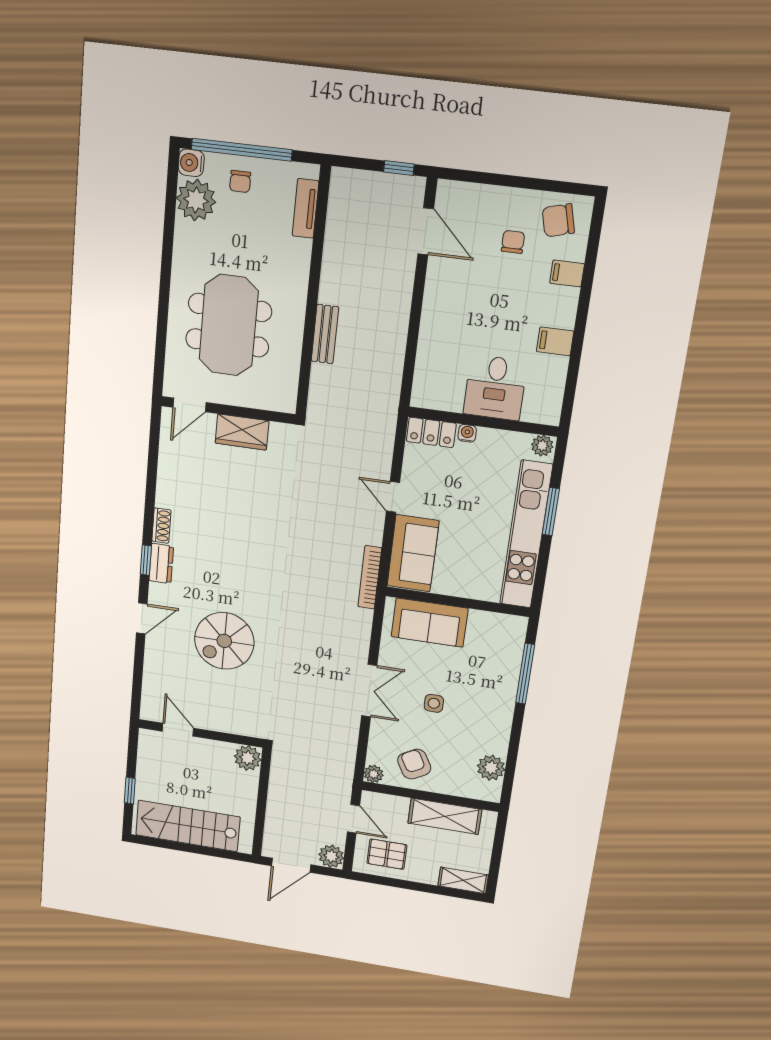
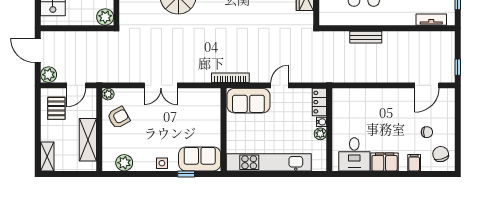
filing cabinet: (555, 341) -> (385, 162), width x2.00
desk: (495, 388) -> (354, 154), moved, turned -90
plant: (542, 446) -> (320, 134), moved
window: (551, 512) -> (284, 174), removed
sofa: (430, 623) -> (200, 159), moved, turned 90
window: (525, 674) -> (186, 174), width x0.46
side table: (434, 703) -> (162, 163), moved

